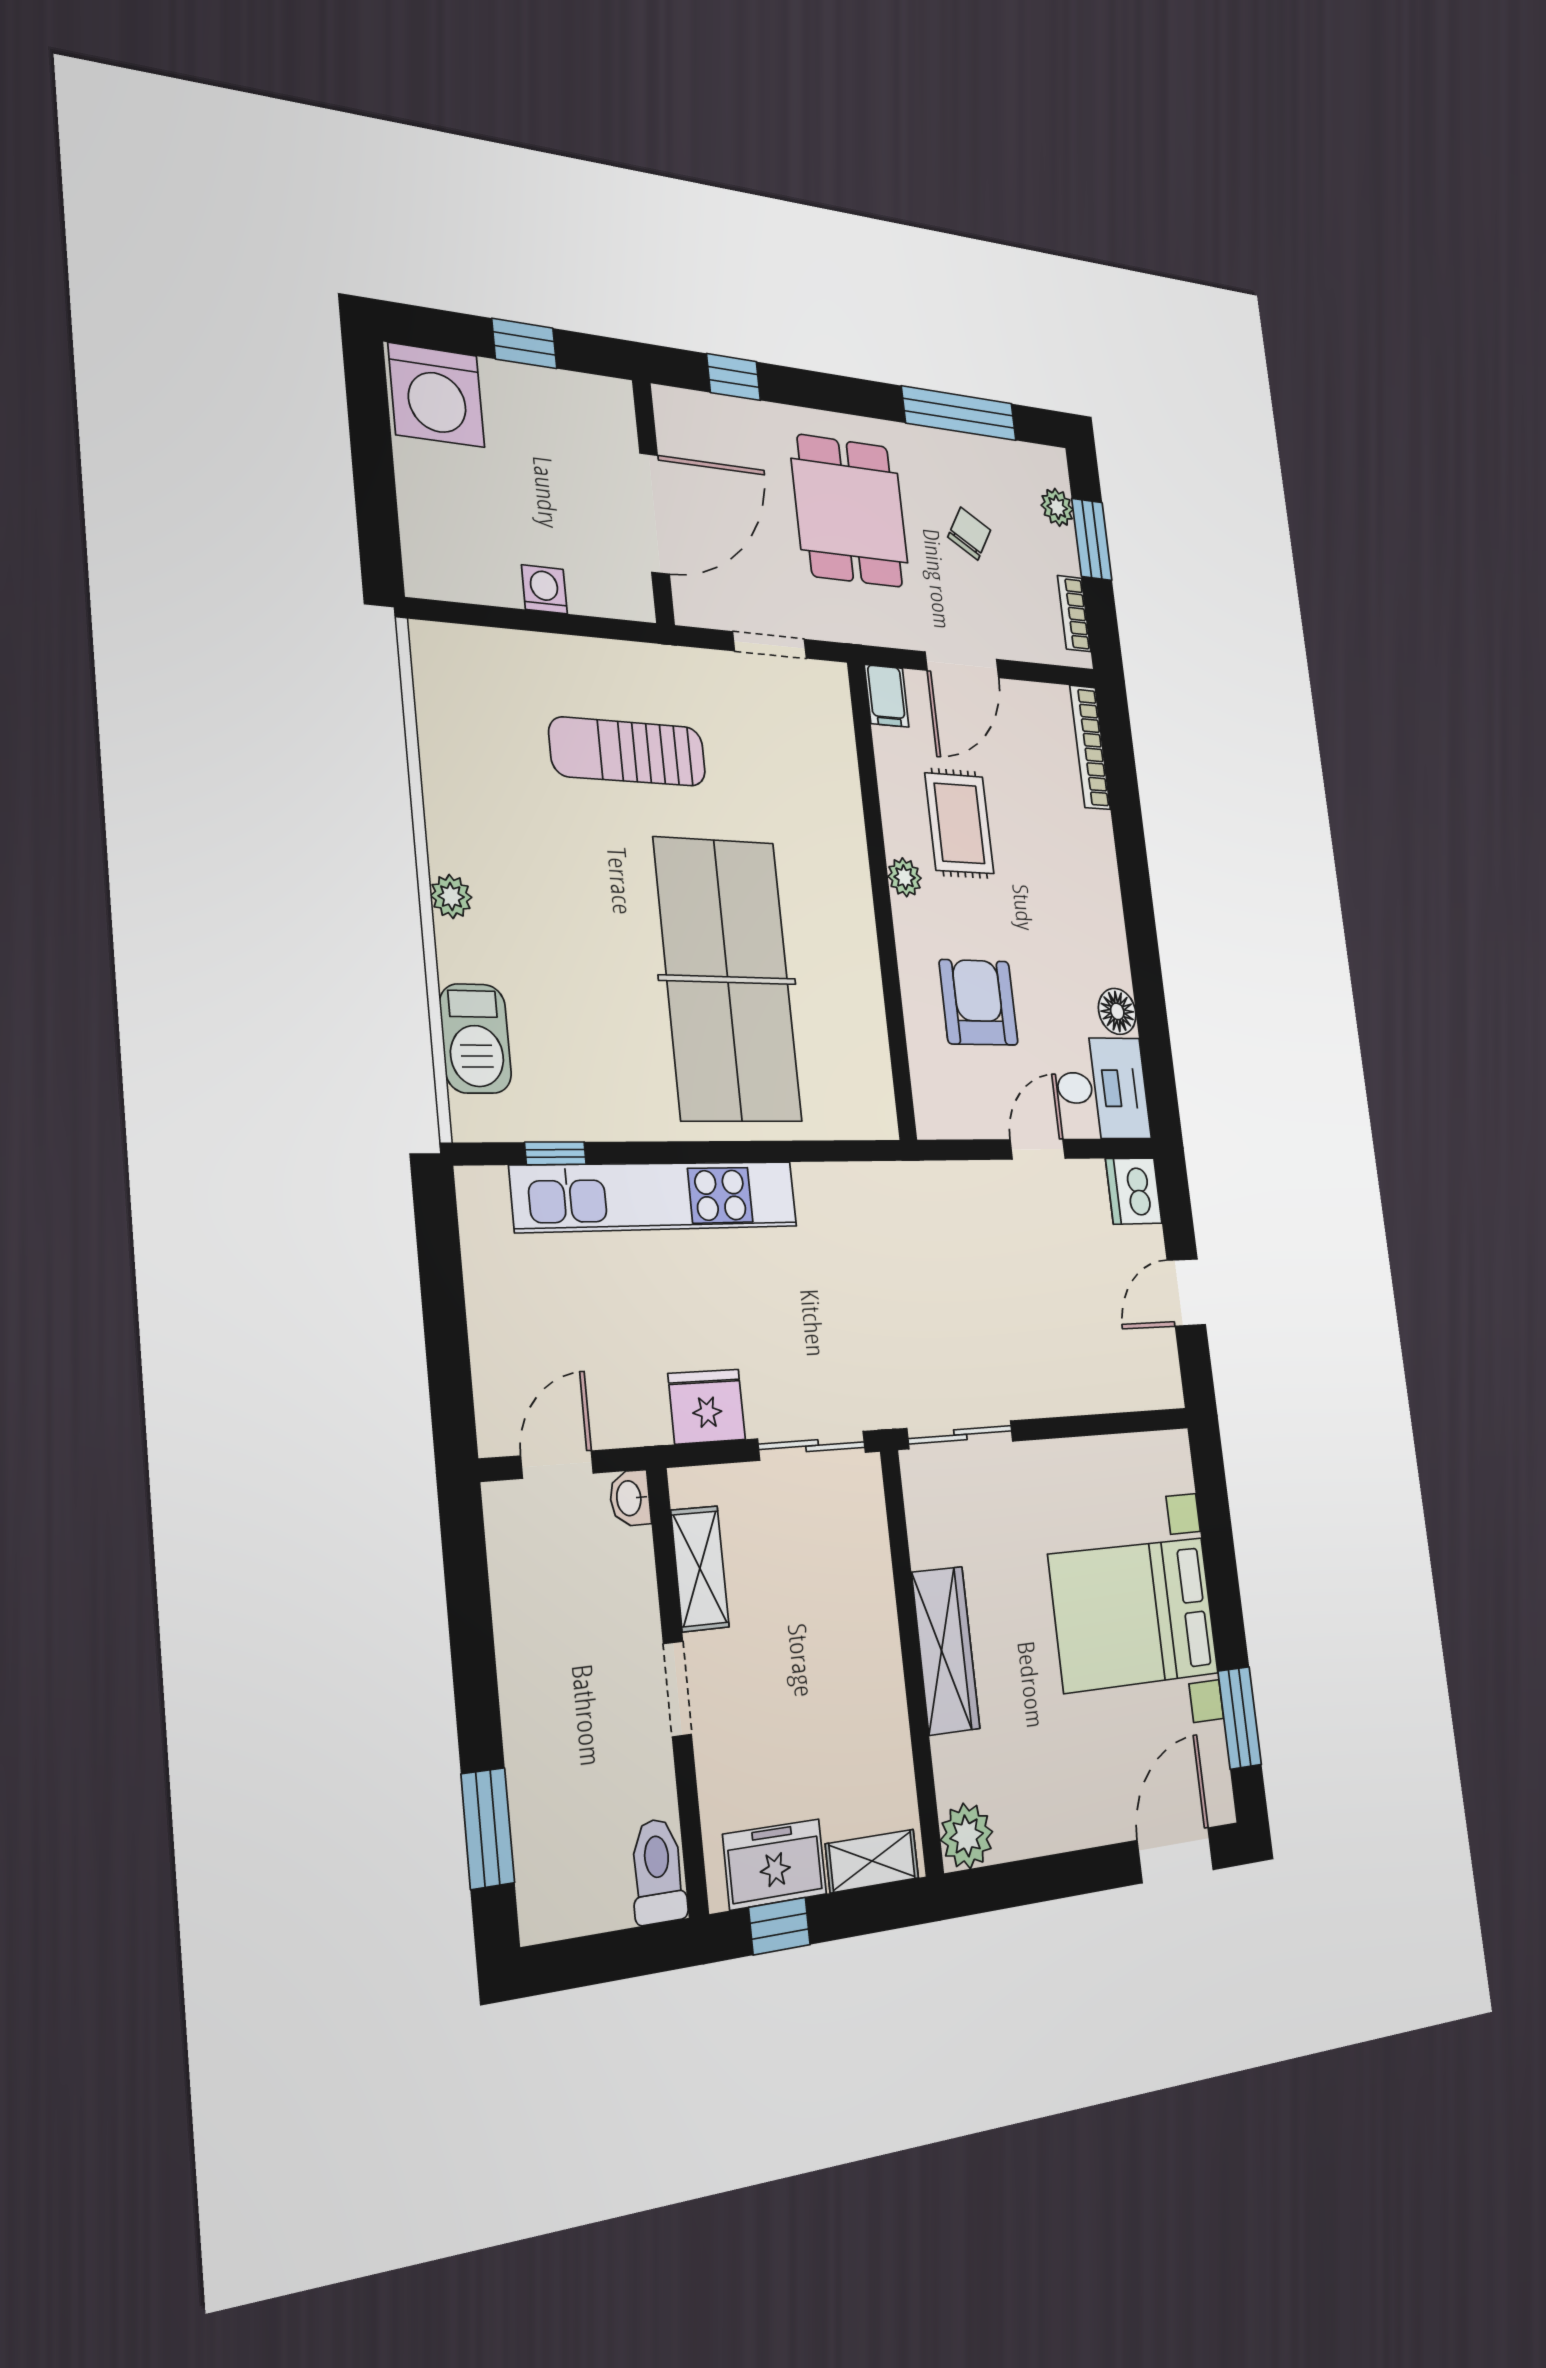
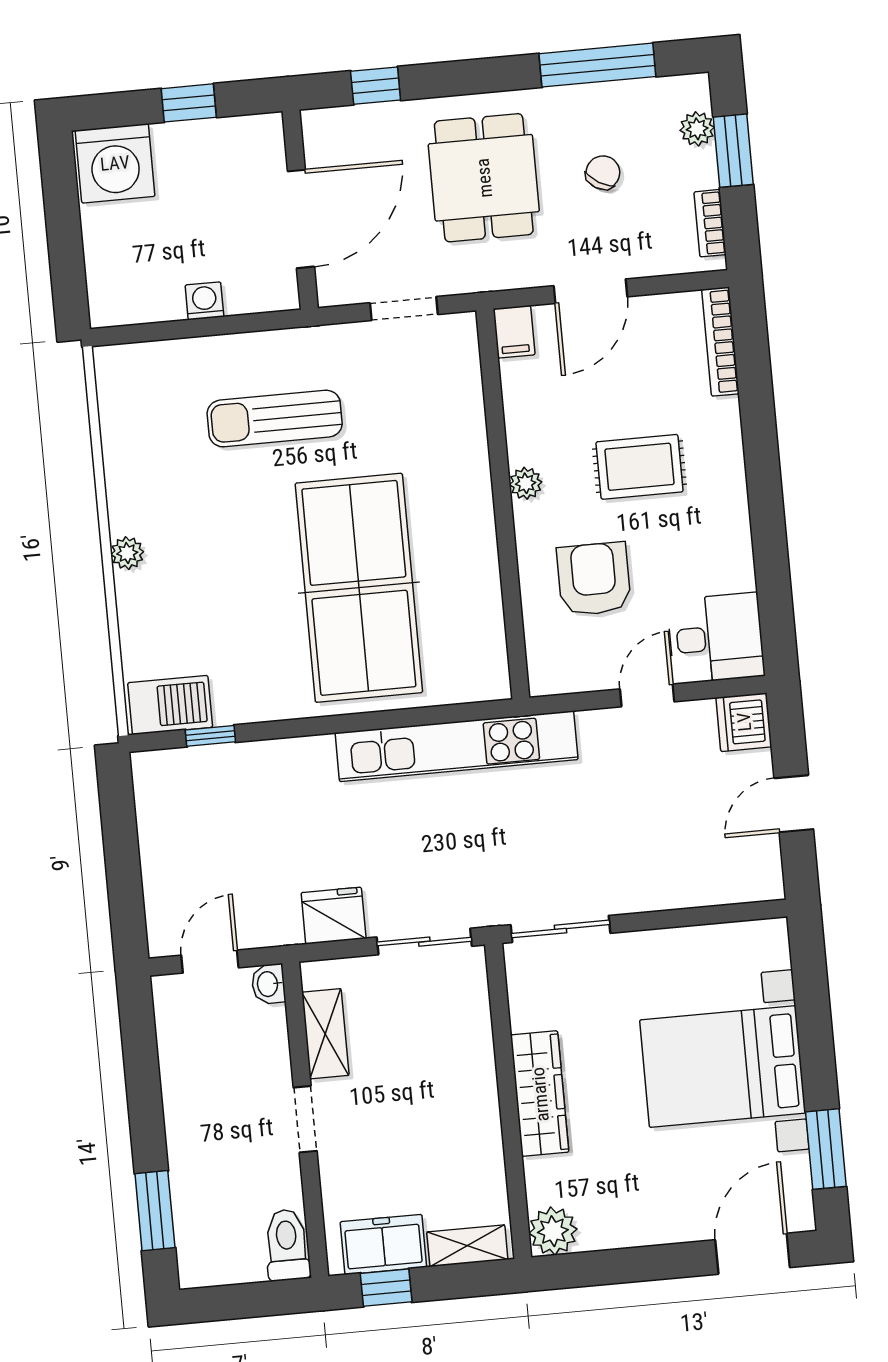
rug: (959, 823) -> (639, 467), moved, turned 90
floor lamp: (1117, 1011) -> (736, 571), removed
barbecue: (475, 1039) -> (170, 705), moved, turned -90
kitchen unit: (656, 1196) -> (457, 746), moved

